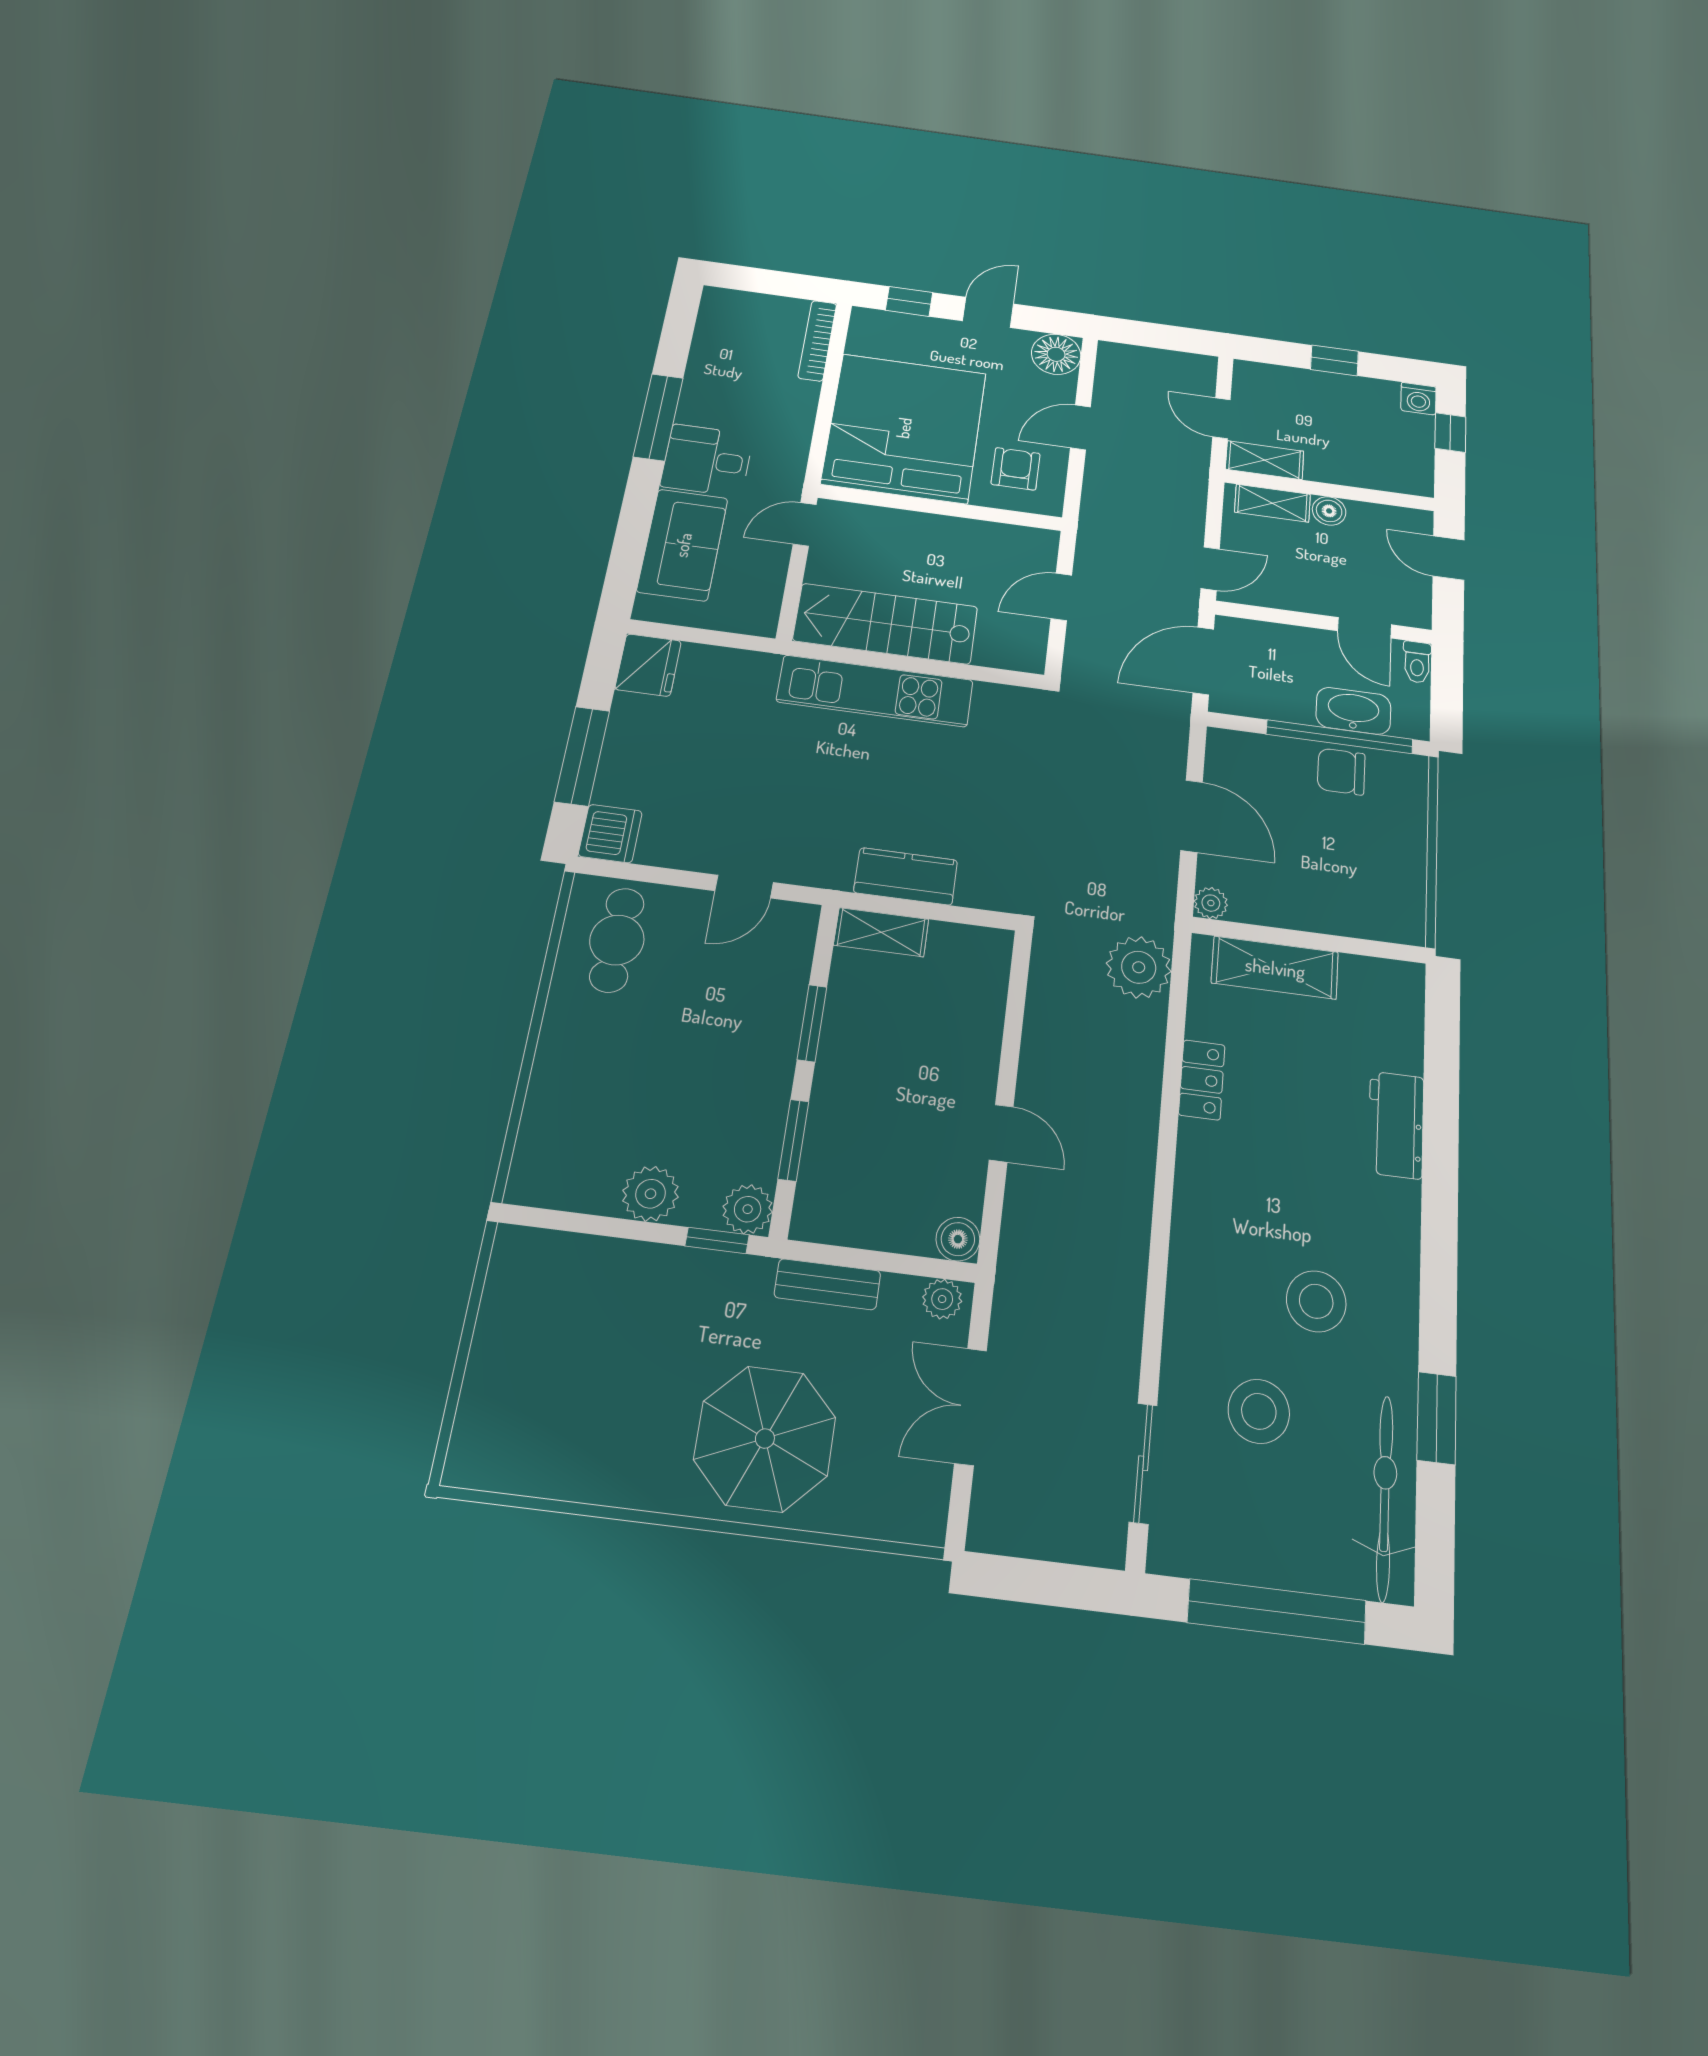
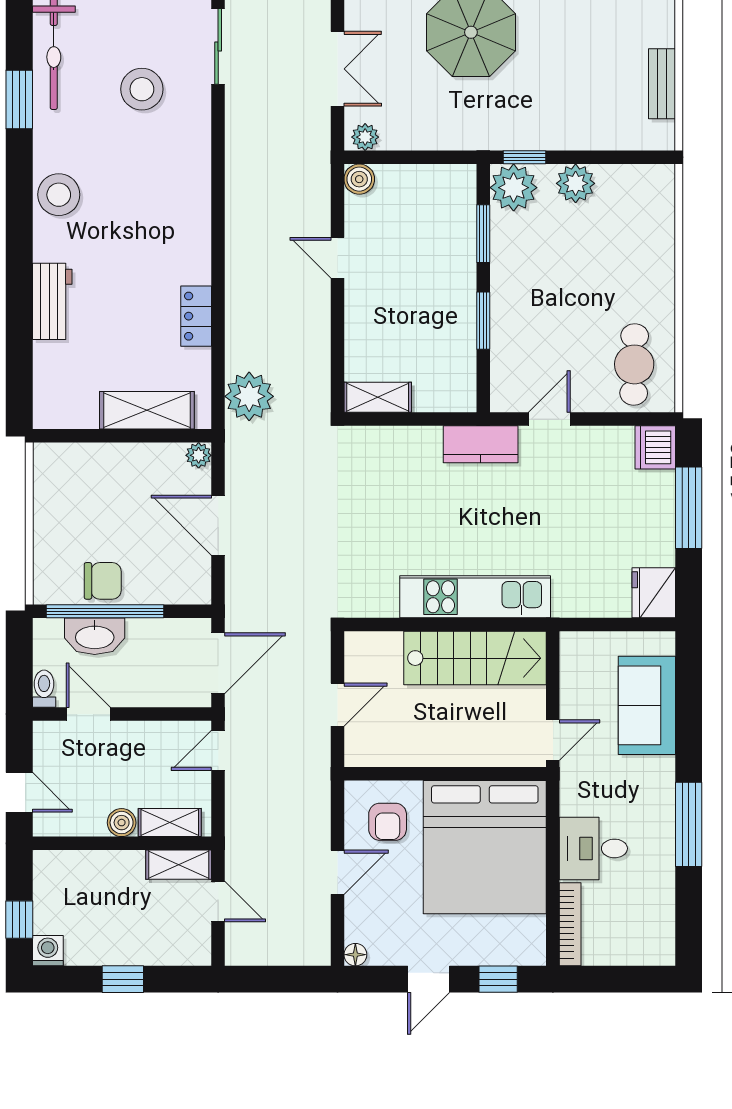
floor lamp: (1056, 354) -> (355, 955), width x0.53, depth x0.53
desk: (707, 460) -> (593, 848), moved, turned 180
kitchen counter: (906, 876) -> (481, 444), moved
shelving: (881, 932) -> (378, 397), moved
plant: (748, 1209) -> (514, 188), width x1.36, depth x1.36
bench: (827, 1284) -> (662, 84), moved, turned 90
stool: (1316, 1301) -> (59, 195), moved

